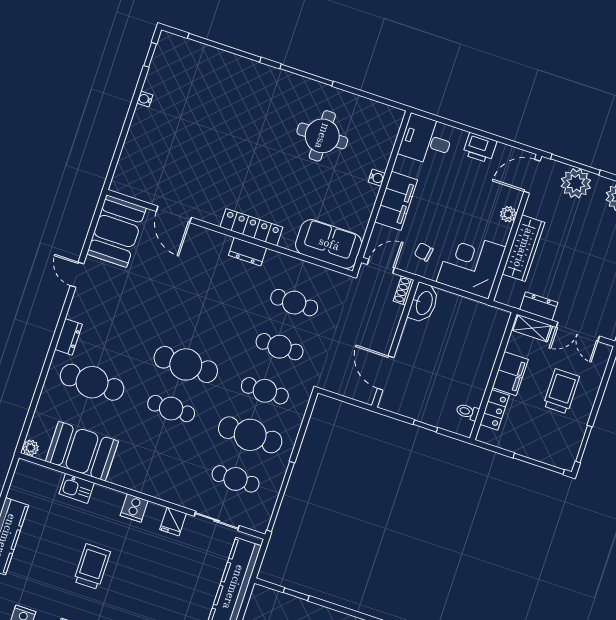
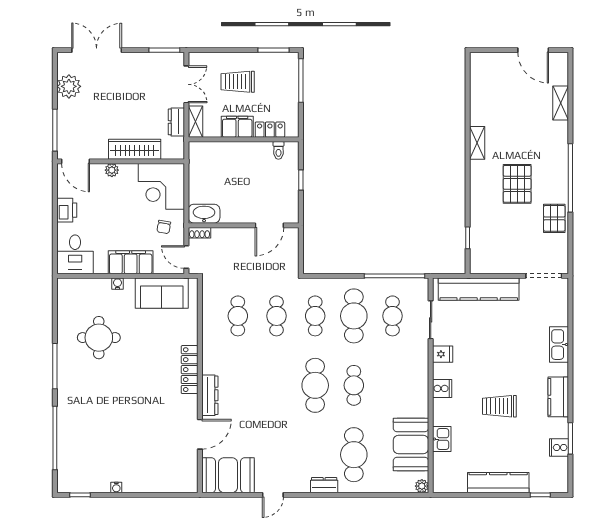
plant: (576, 183) -> (70, 125), removed
sofa: (329, 244) -> (162, 293), moved, turned -90
dresser: (248, 252) -> (210, 395), moved, width x1.44

